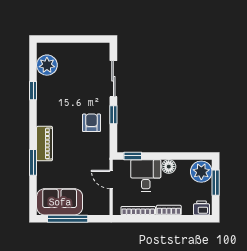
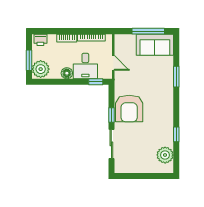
armchair: (91, 123) -> (129, 108), width x1.88, depth x1.88
piano: (45, 144) -> (167, 92), removed

